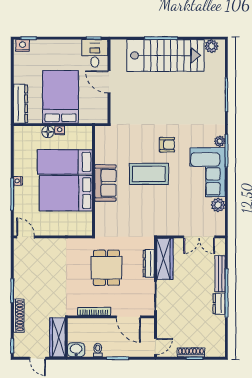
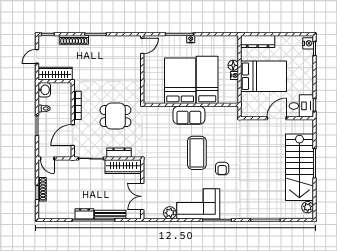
plant: (220, 141) -> (225, 214), removed

